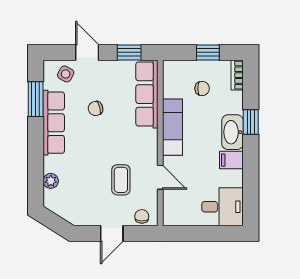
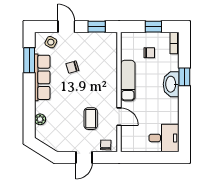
row of seats: (147, 94) -> (109, 57), removed
filing cabinet: (231, 160) -> (170, 104), removed

